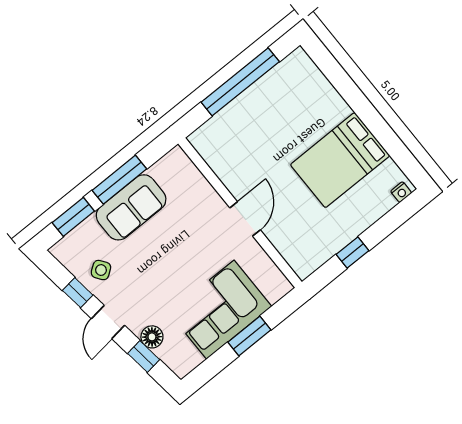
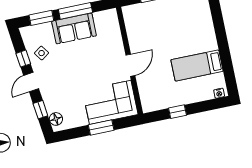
bed: (340, 160) -> (197, 65), width x0.67
corner sofa: (220, 310) -> (110, 102), moved
floor lamp: (152, 337) -> (56, 119), moved

